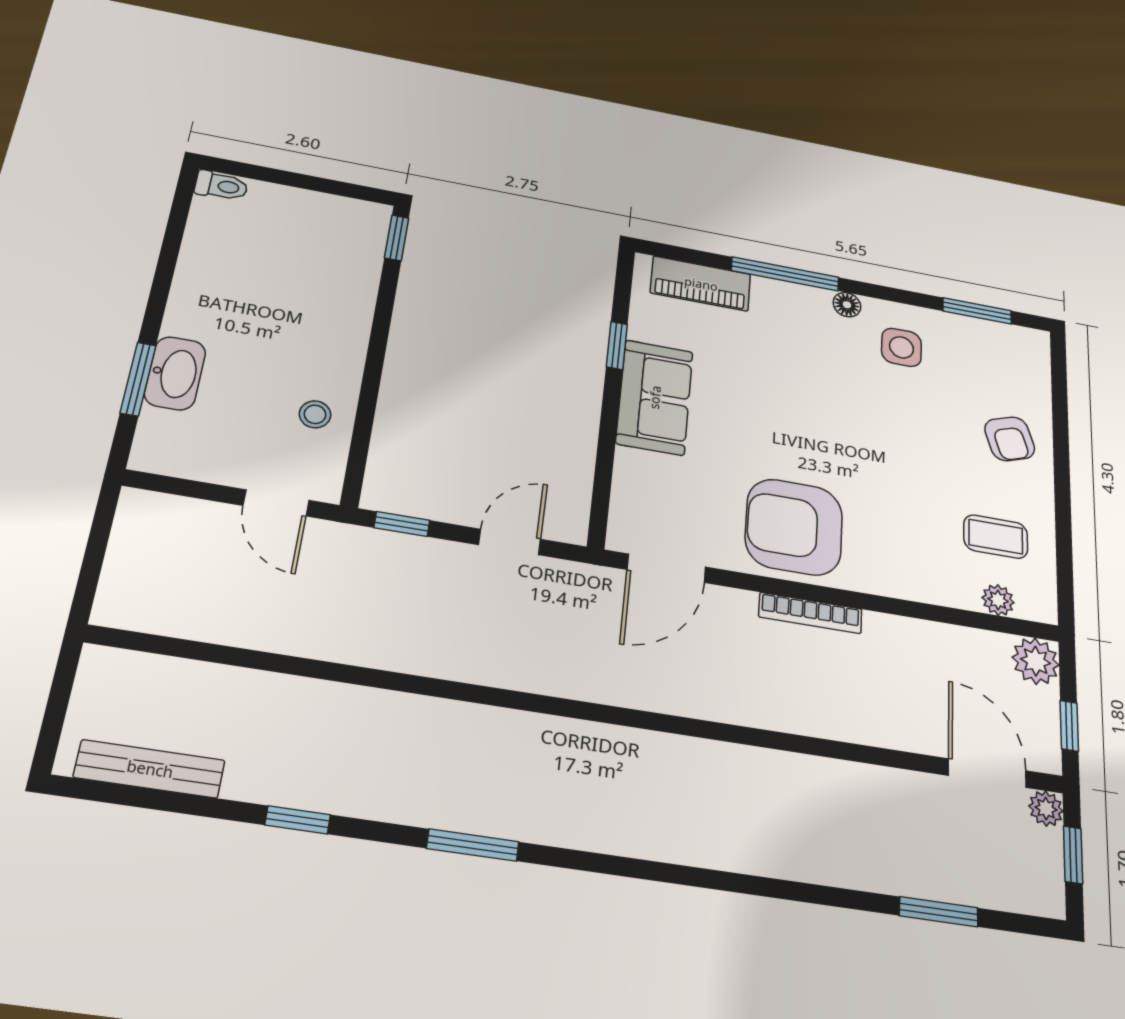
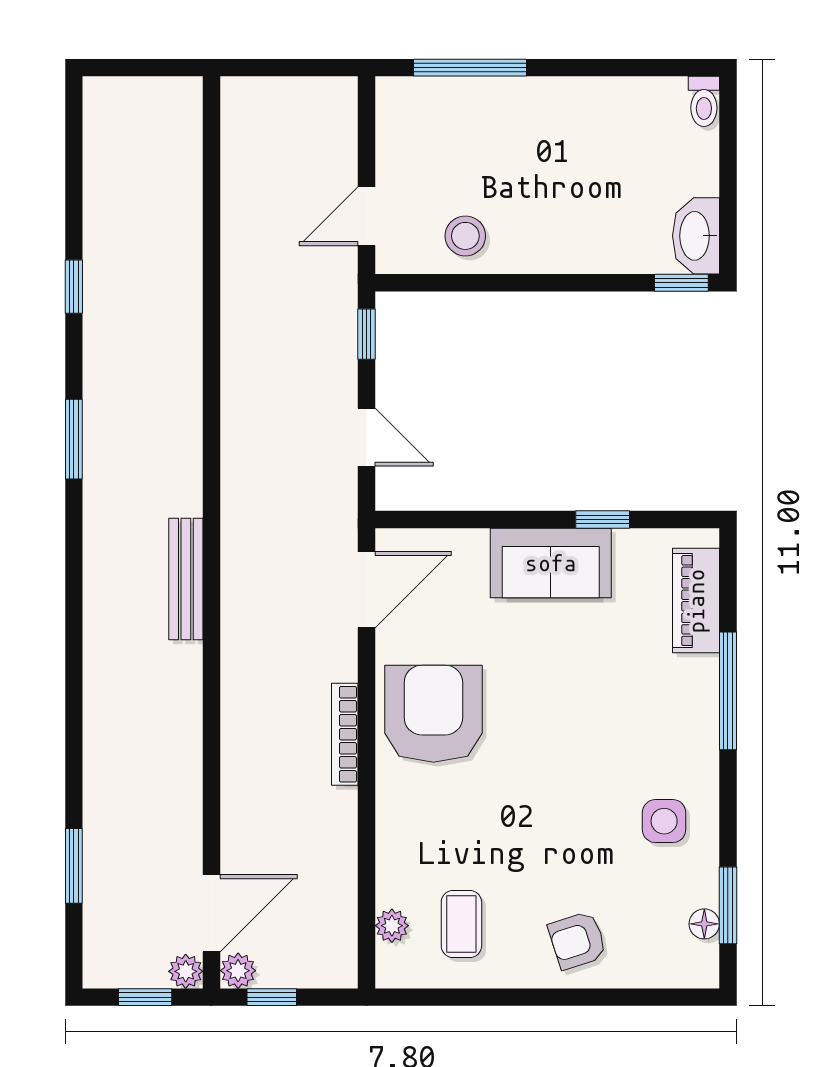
floor lamp: (847, 305) -> (704, 924), moved
washbasin: (175, 373) -> (696, 236), moved, turned 90
window: (138, 379) -> (470, 68), width x1.44
stool: (315, 414) -> (465, 236), width x1.37, depth x1.37
door: (666, 568) -> (366, 590), swing flipped
plant: (1036, 661) -> (238, 971), moved, width x0.73, depth x0.73
bench: (150, 769) -> (186, 579), moved

